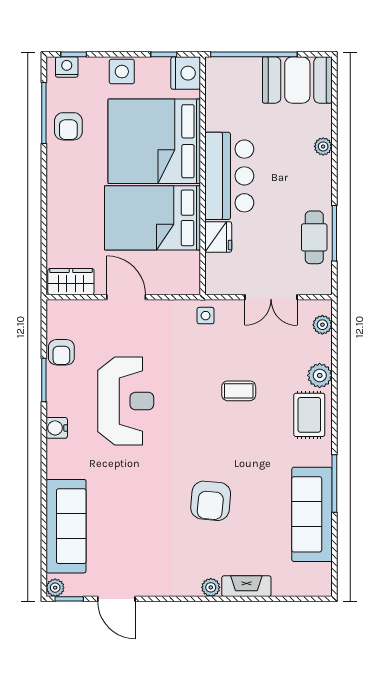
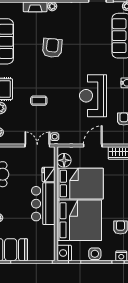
floor lamp: (186, 266) -> (64, 160), added
door: (126, 297) -> (93, 146), swing flipped
double door: (271, 297) -> (37, 146), moved

